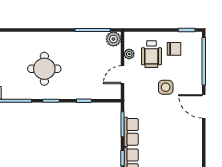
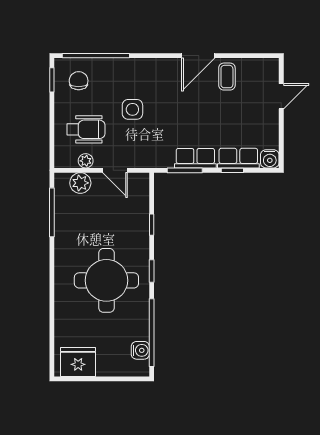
plant: (113, 39) -> (80, 183), moved
chair: (174, 49) -> (79, 81), moved
round table: (44, 69) -> (106, 280), width x1.36, depth x1.36
door: (204, 106) -> (198, 56), moved
coffee table: (189, 154) -> (227, 77), added

